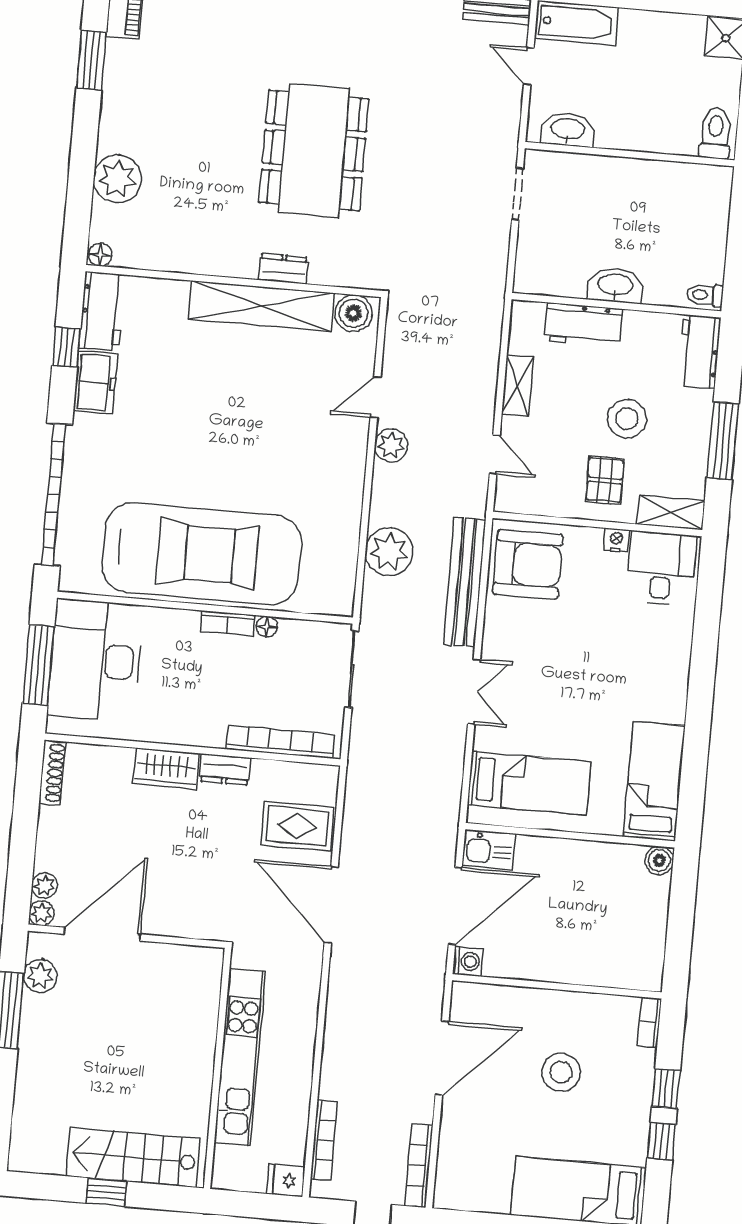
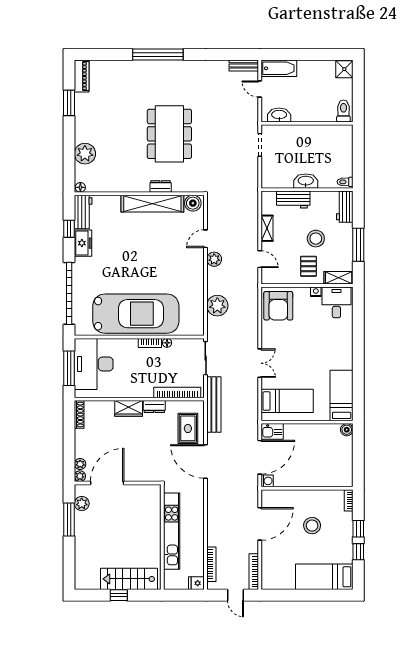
armchair: (528, 564) -> (278, 306), turned 90
bench: (465, 582) -> (214, 404), moved
rug: (297, 826) -> (188, 428), turned 90

